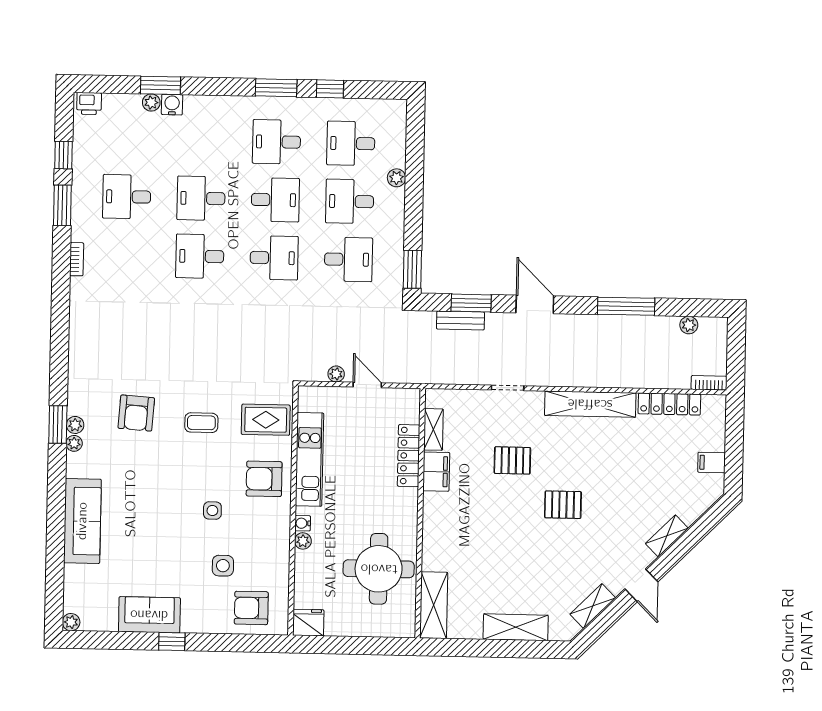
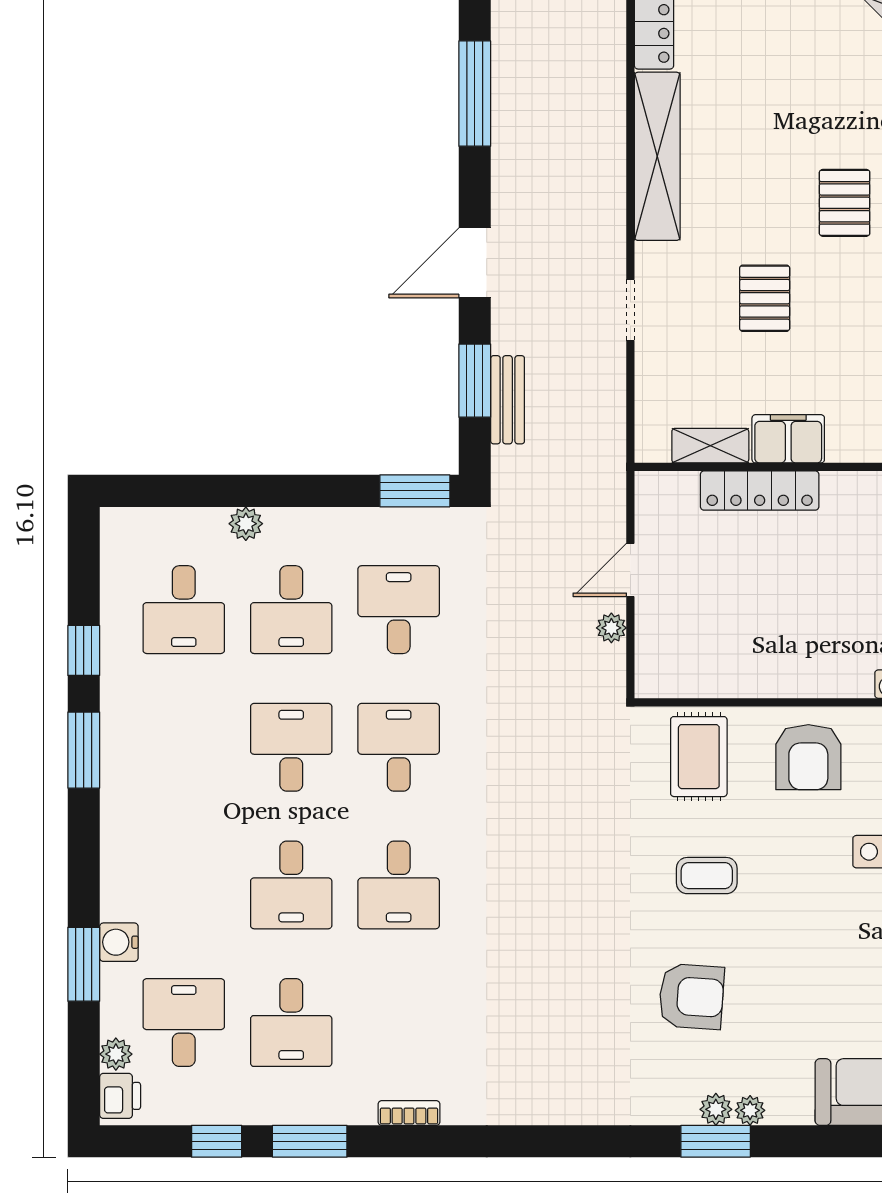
plant: (151, 103) -> (116, 1054), moved
desk: (277, 142) -> (184, 1023), moved, turned 180
coffee table: (201, 423) -> (707, 876), turned 90
kitchen unit: (309, 459) -> (771, 674), removed

